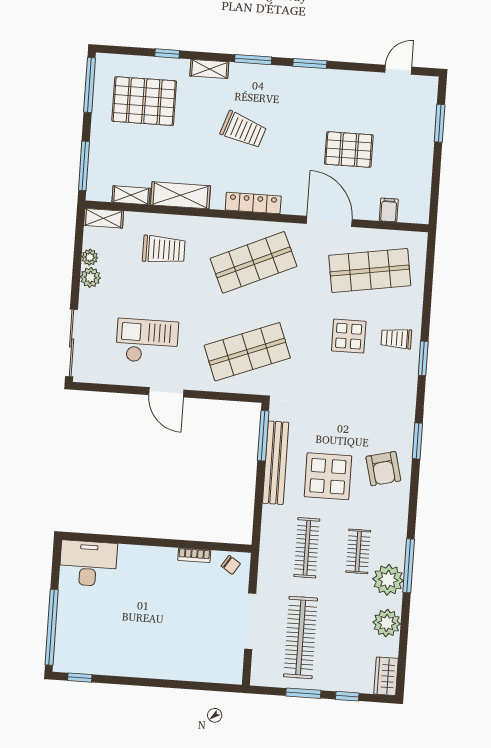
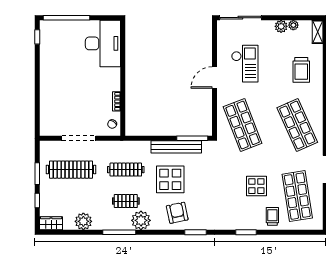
trolley: (396, 339) -> (272, 216), moved
armchair: (383, 469) -> (177, 213), turned 92
desk: (88, 563) -> (103, 43), width x1.36, depth x1.30
plant: (388, 580) -> (141, 220), moved

